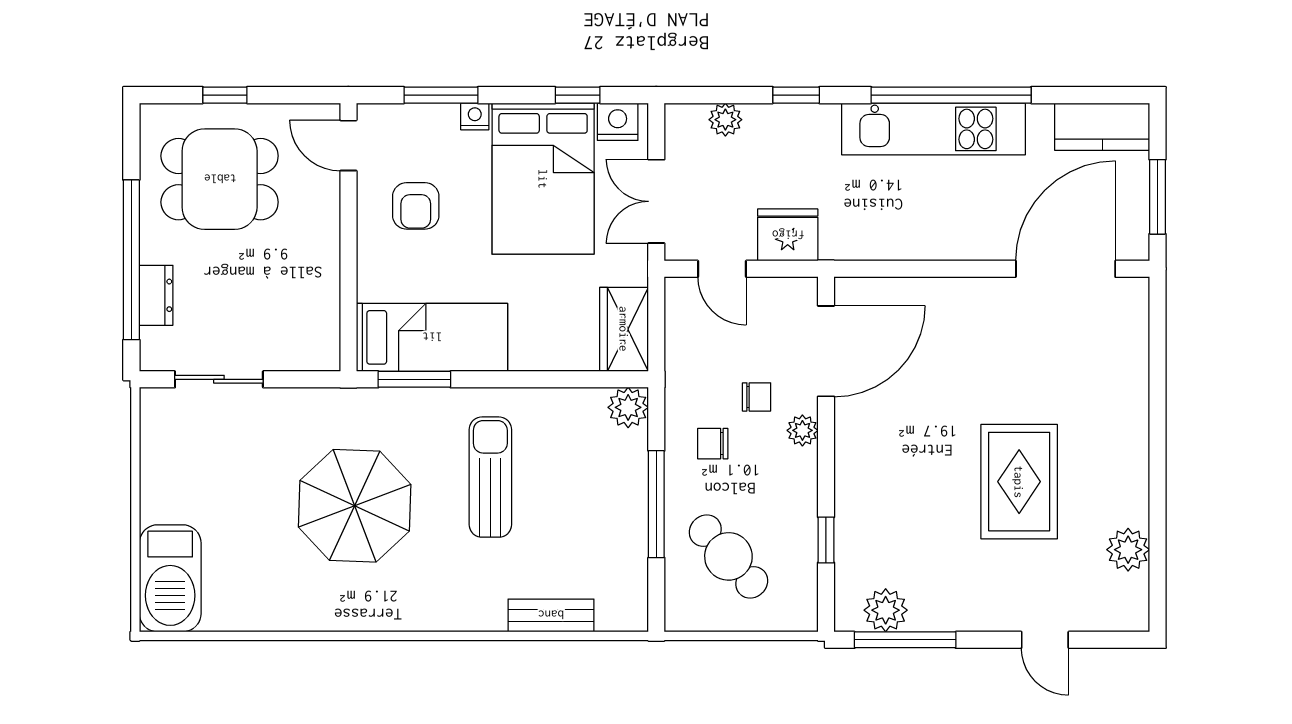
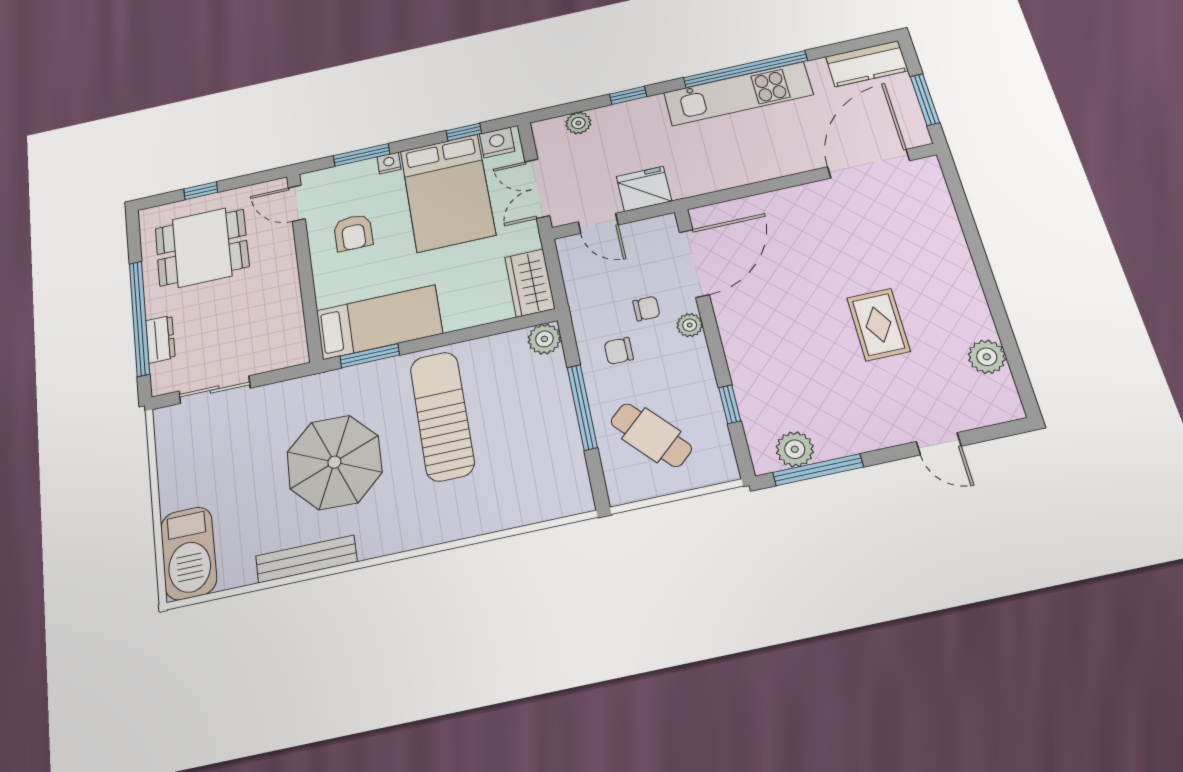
sun lounger: (490, 477) -> (442, 416), width x1.36, depth x1.34
rug: (1019, 482) -> (878, 325), width x0.73, depth x0.70
bench: (551, 615) -> (306, 559), moved, width x1.36

